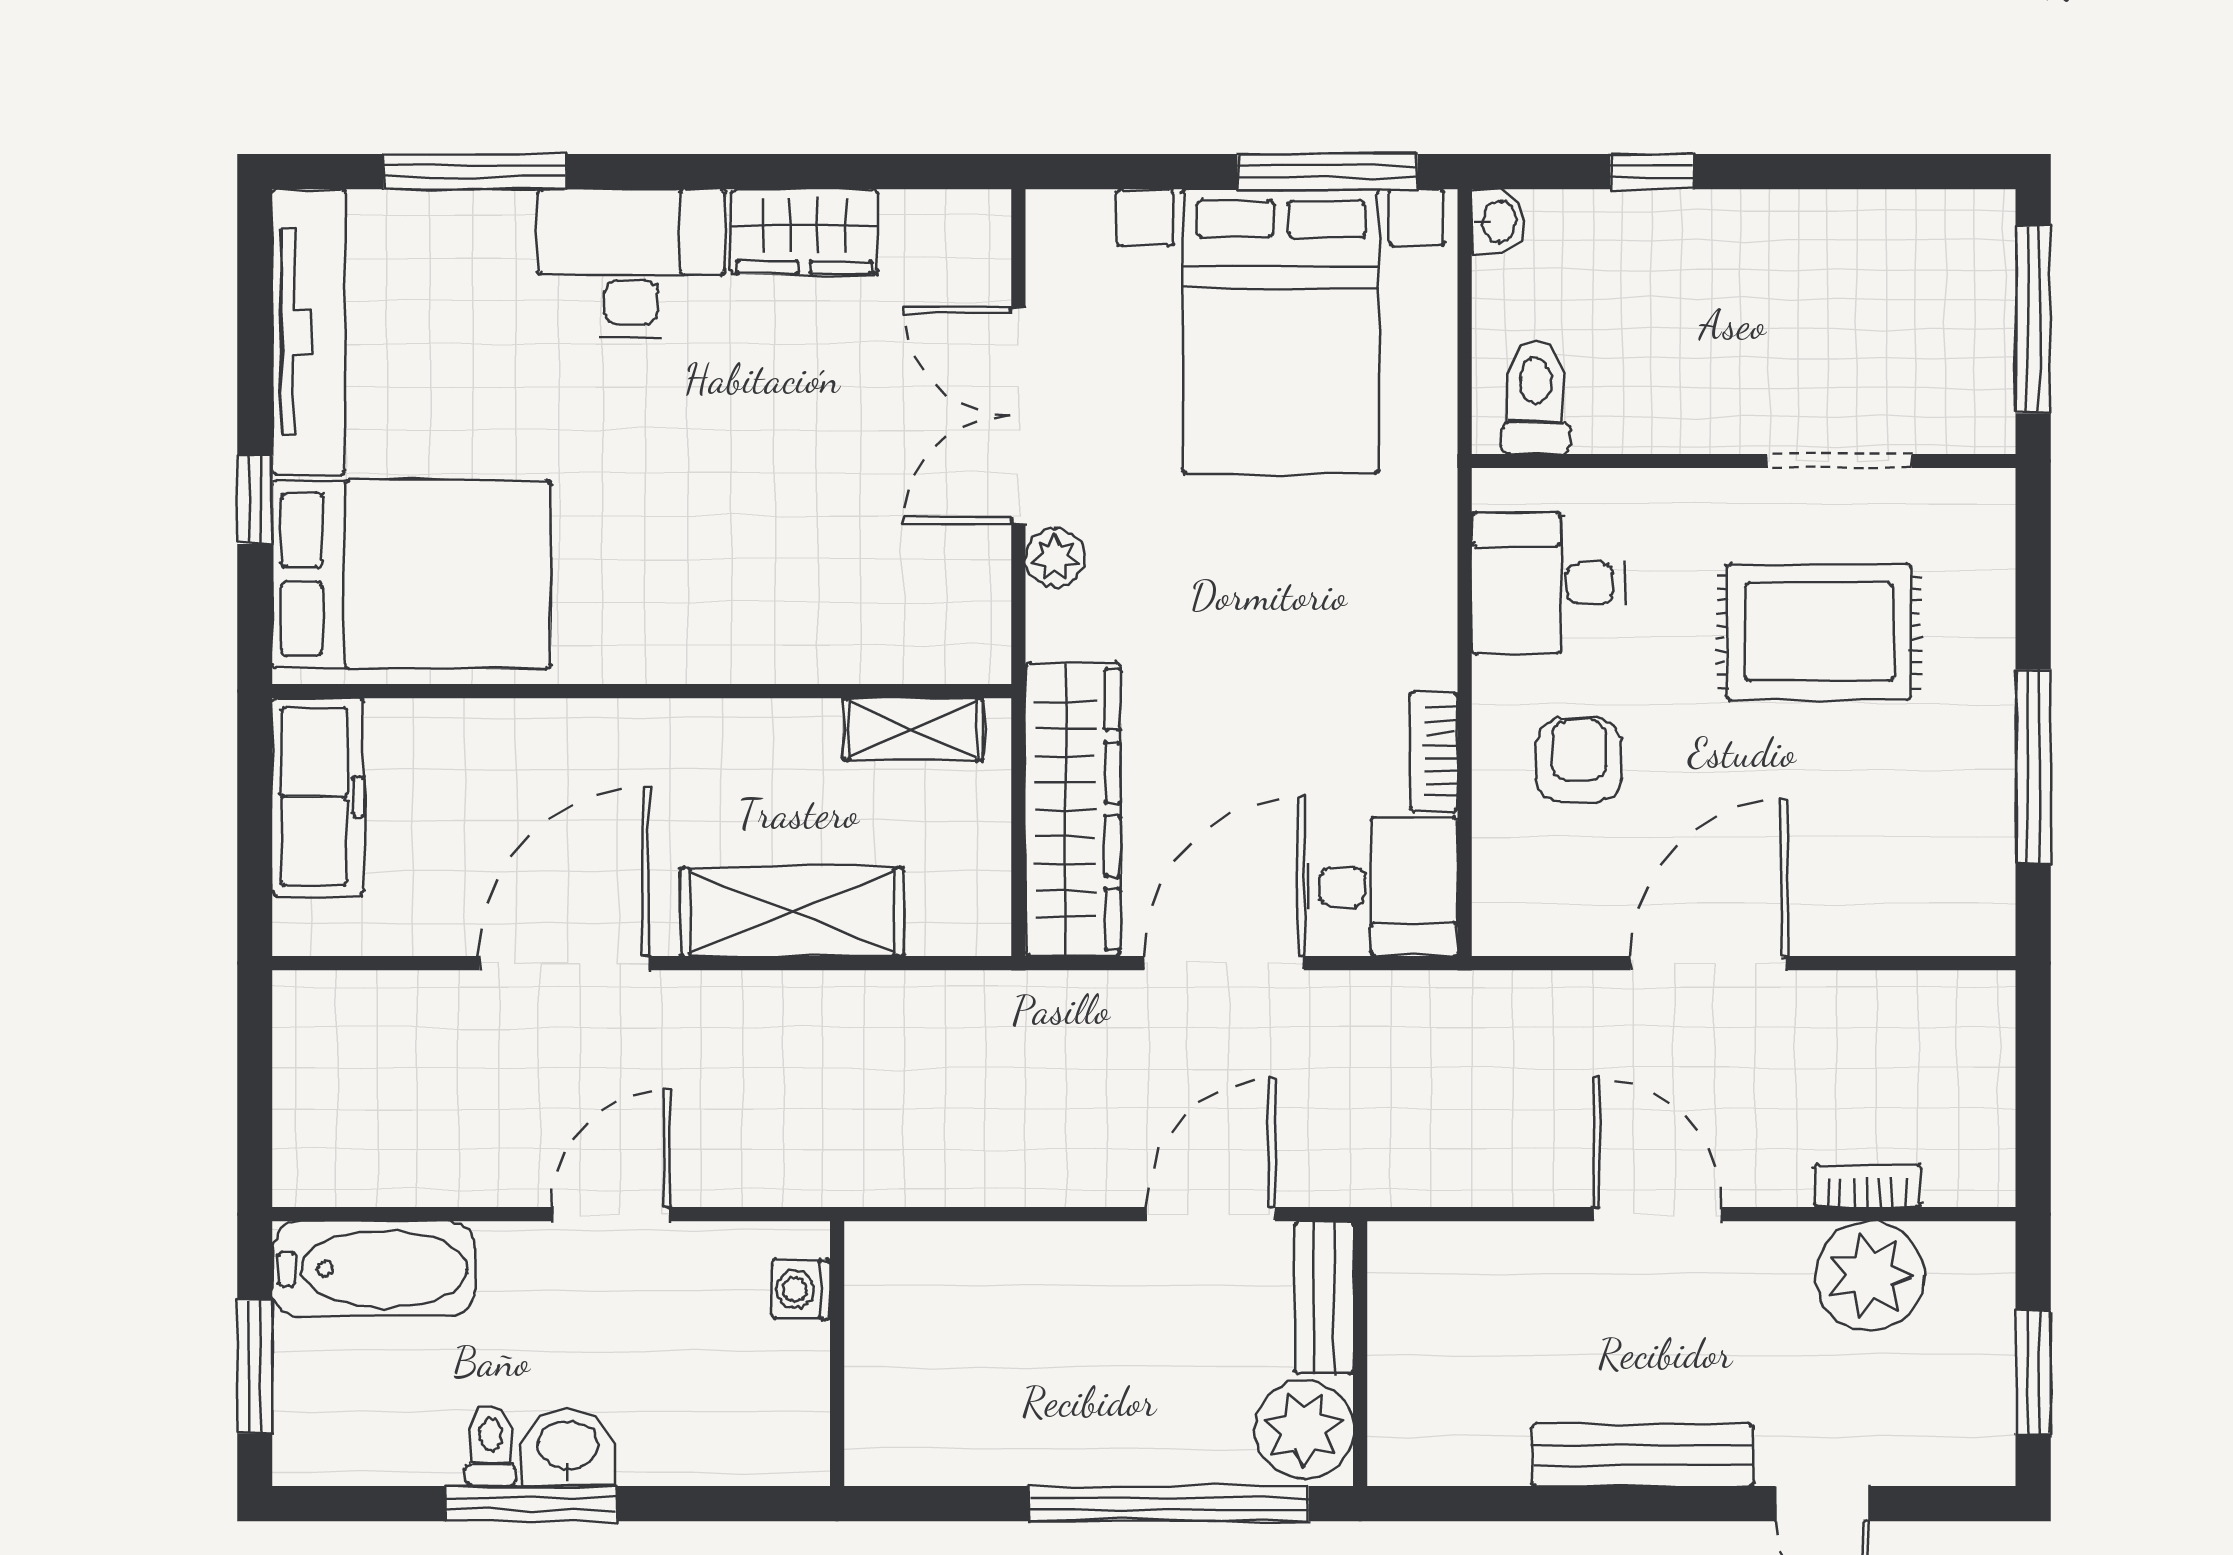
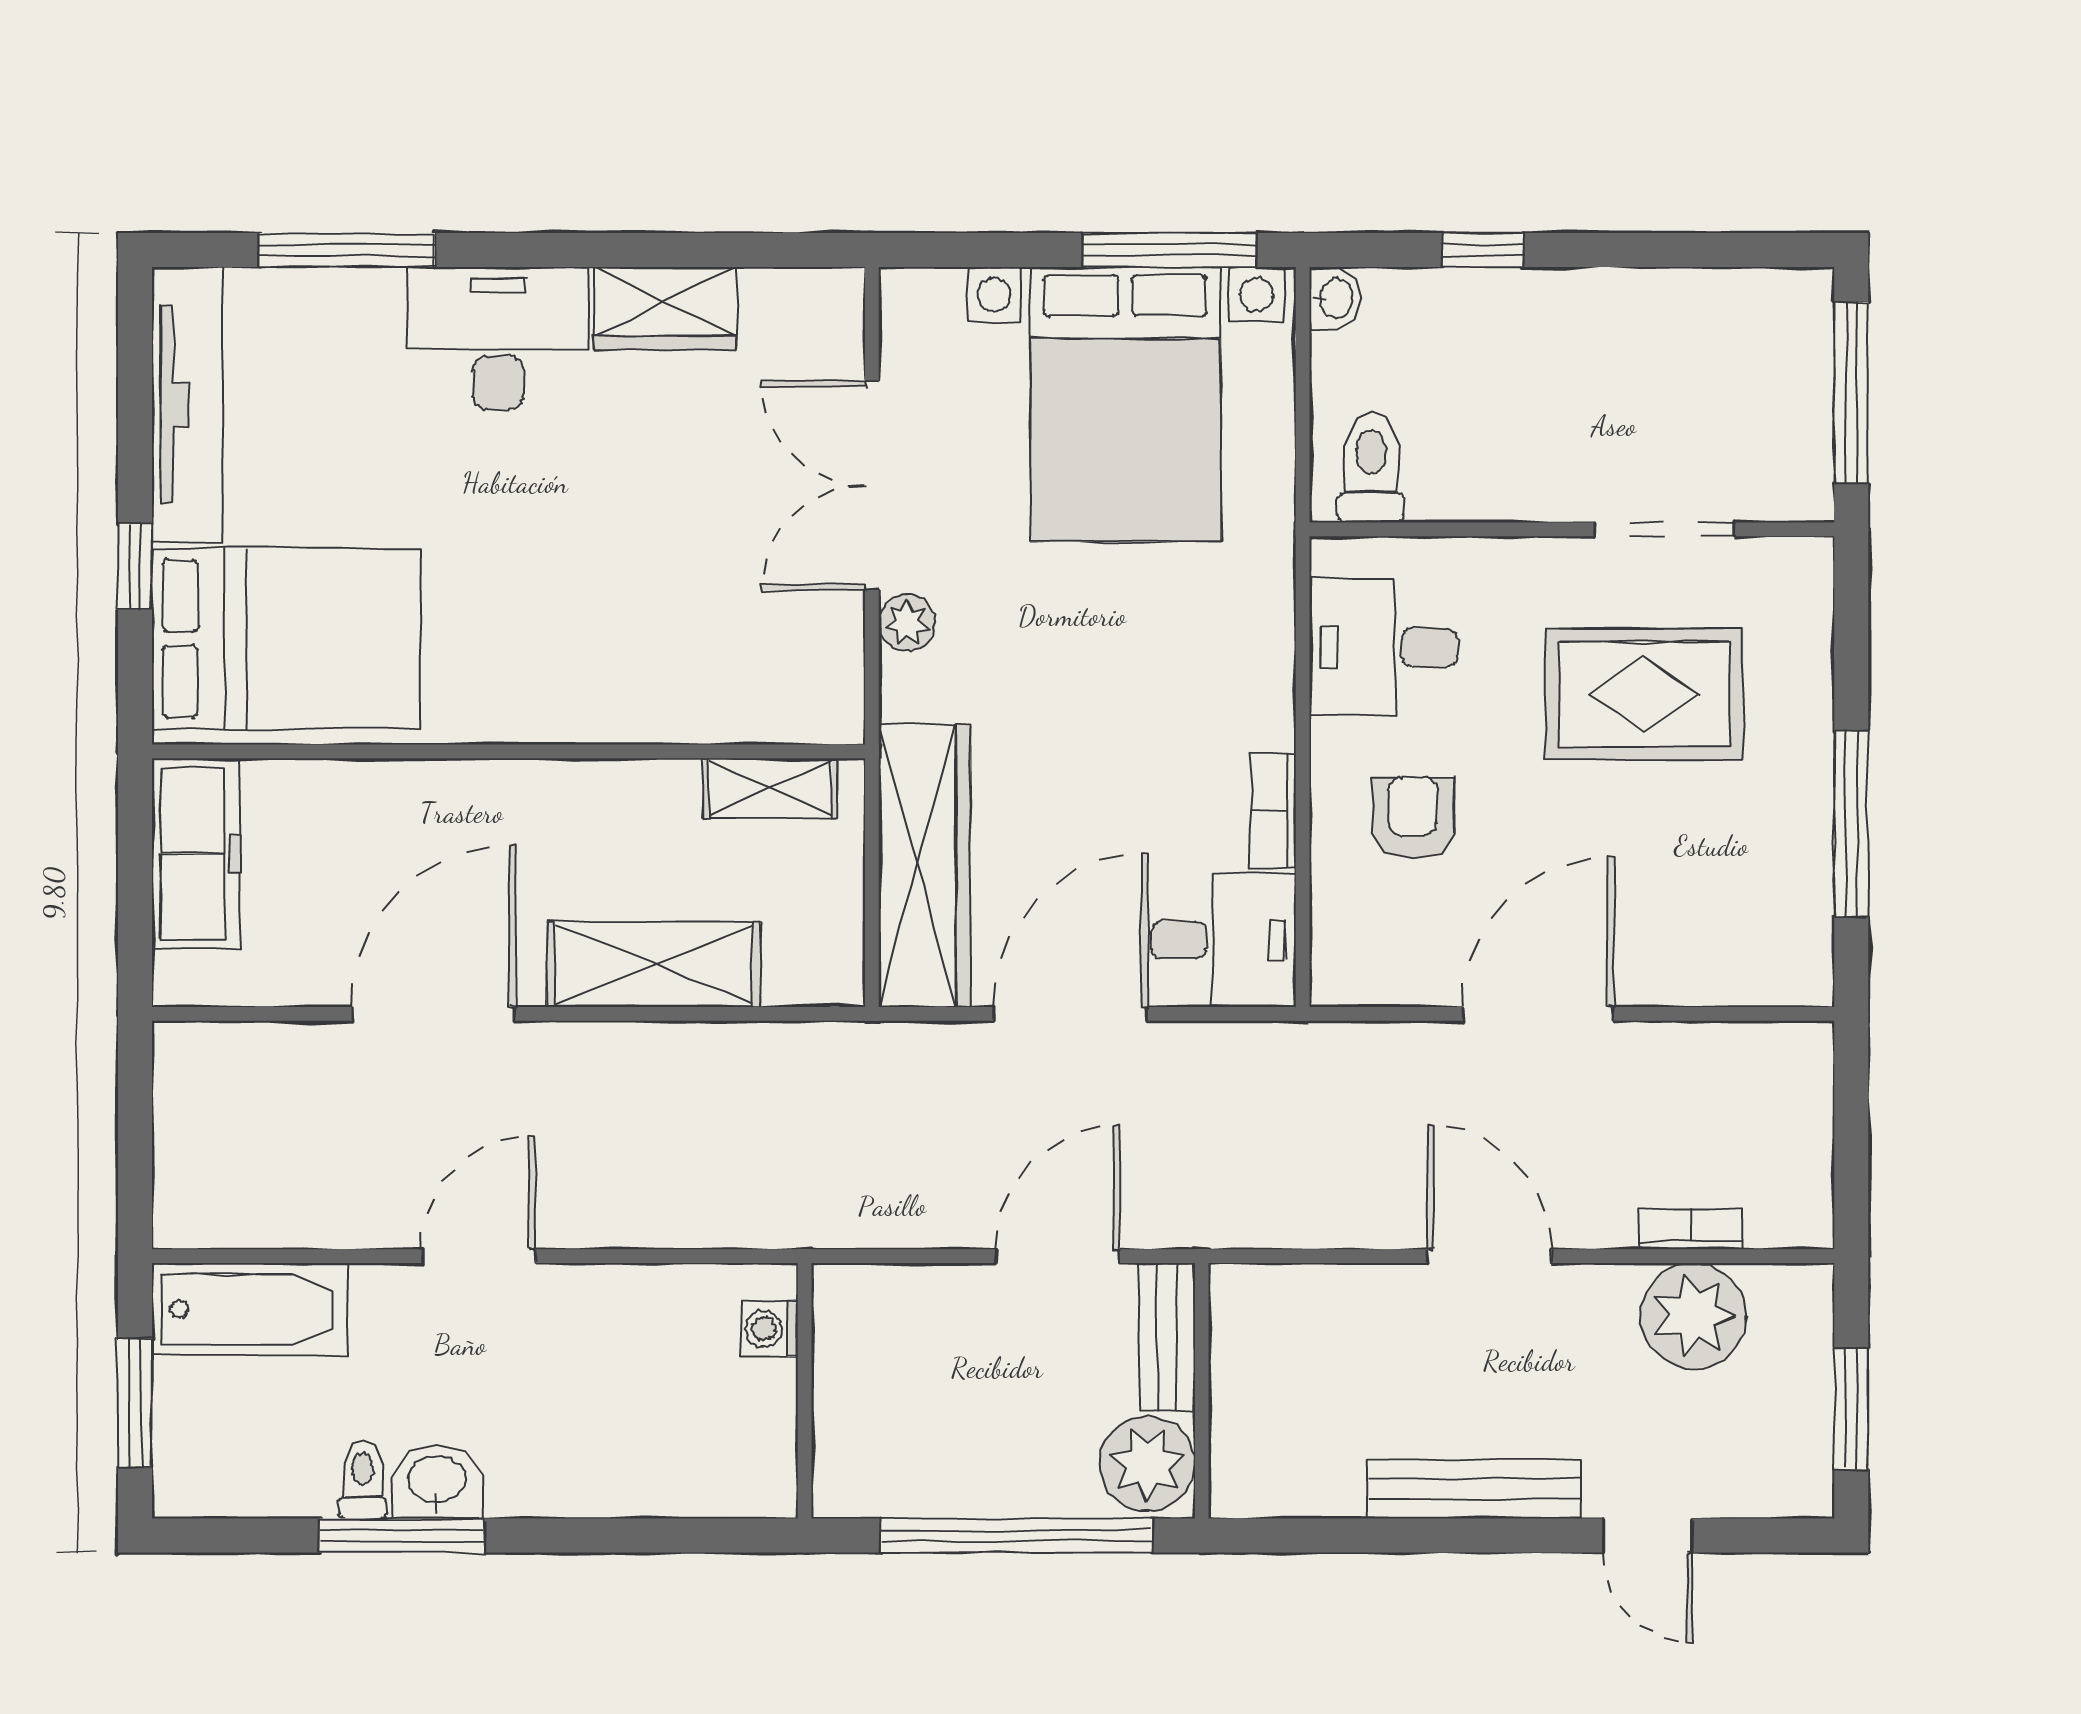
washing machine: (801, 1289) -> (770, 1329), moved
wall: (837, 1354) -> (805, 1391), moved

